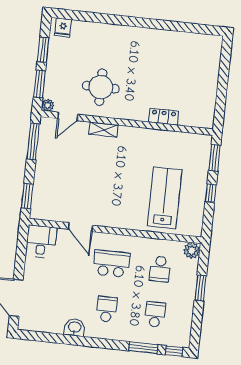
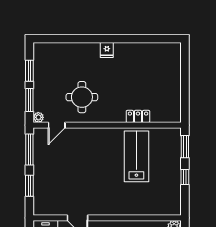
fridge: (63, 27) -> (107, 50), moved
shelving: (103, 130) -> (88, 133), removed
window: (27, 196) -> (29, 186), moved
lab bench: (165, 198) -> (136, 156), moved

